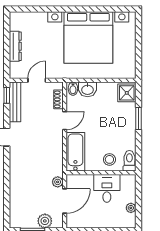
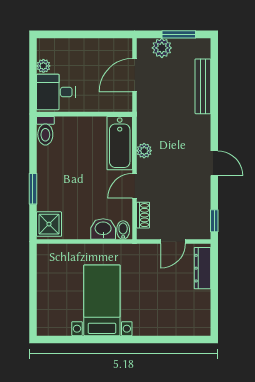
bed with nightstands: (88, 38) -> (102, 300), width x0.54
dresser: (15, 46) -> (202, 268), moved
bench: (15, 102) -> (203, 86), moved
stool: (109, 159) -> (73, 132), removed
plant: (58, 182) -> (144, 151), moved
desk: (107, 188) -> (56, 92), moved, turned 90

